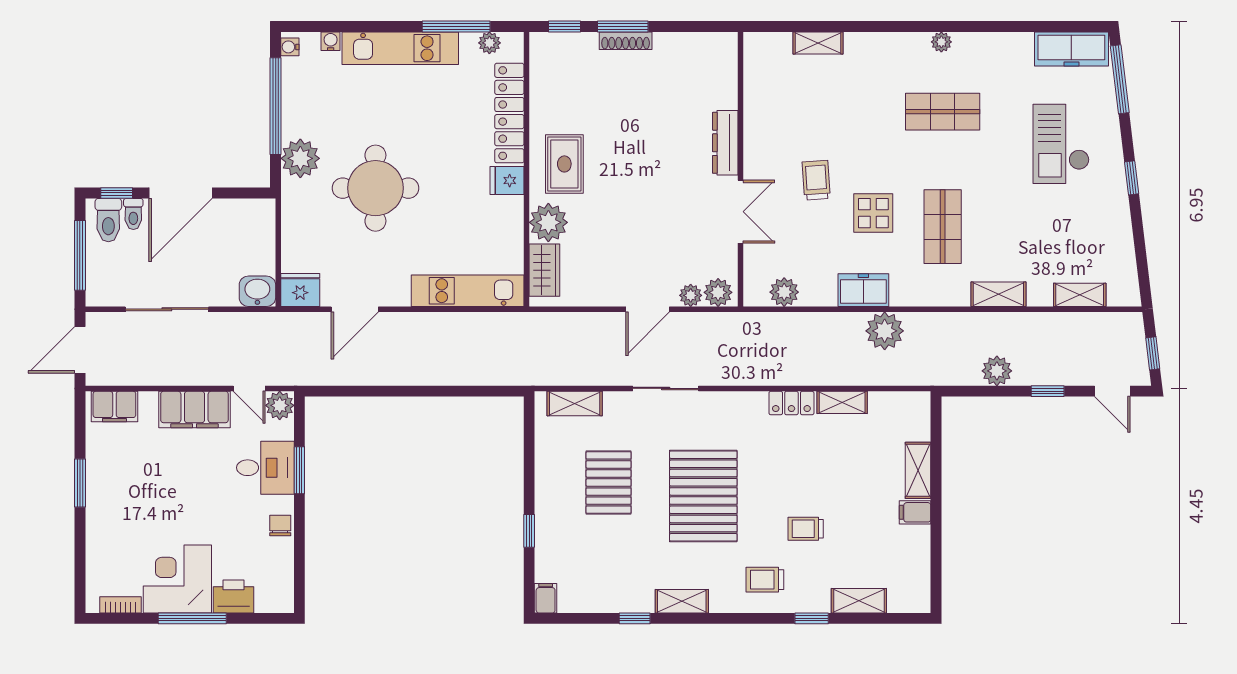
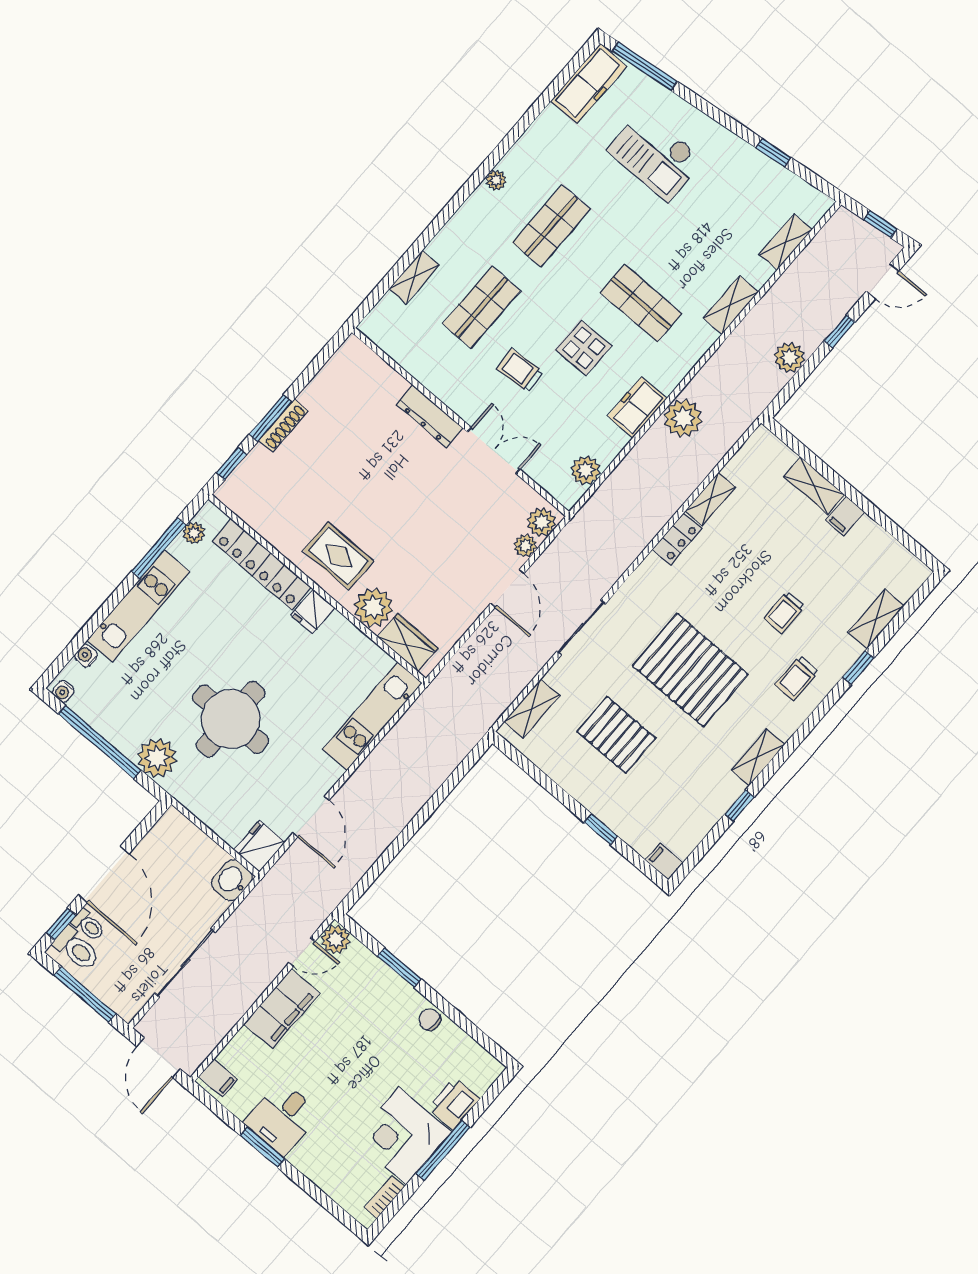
shop shelf: (838, 112) -> (481, 307), added
window: (1132, 178) -> (773, 153), moved
filing cabinet: (114, 407) -> (218, 1078), width x0.50
desk: (265, 468) -> (282, 1118), moved, turned 180

